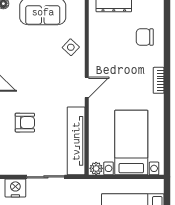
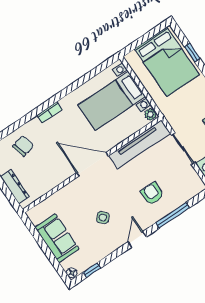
chair: (145, 37) -> (23, 146), turned -104
side table: (71, 47) -> (103, 218), moved
door: (87, 87) -> (93, 164), width x1.87

